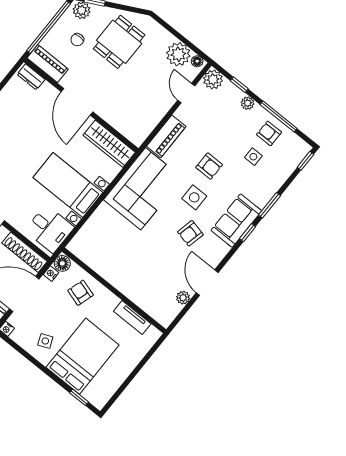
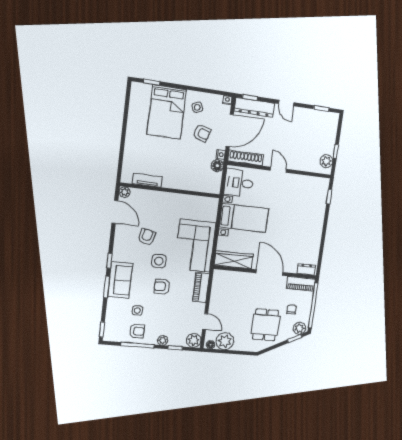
sofa: (236, 221) -> (120, 280), moved
wall: (114, 290) -> (170, 190), moved
armchair: (81, 293) -> (202, 133), moved
tv unit: (132, 317) -> (147, 180), moved

